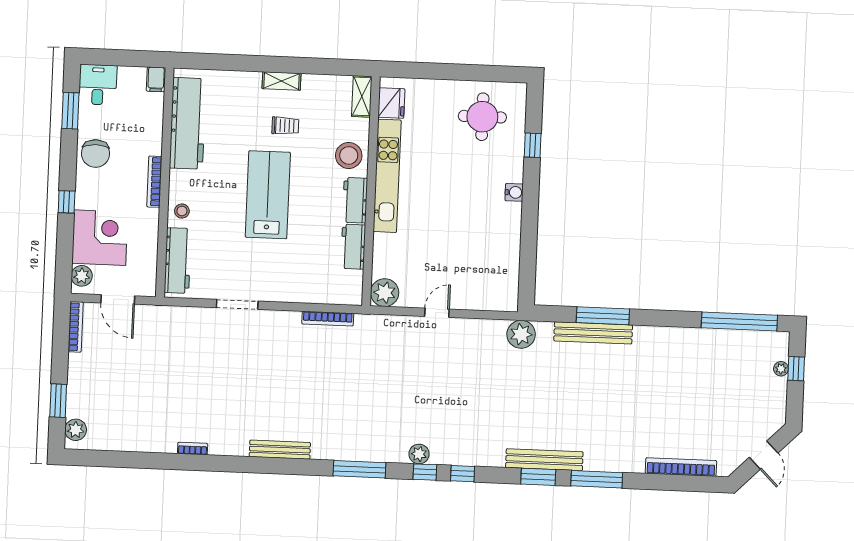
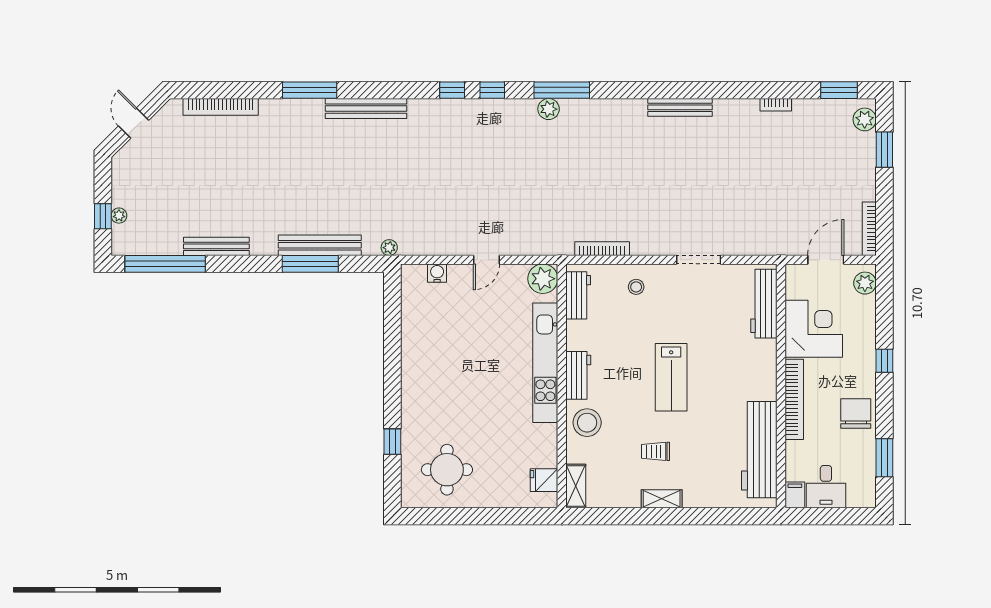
desk: (98, 85) -> (826, 487), moved
fridge: (391, 103) -> (544, 480), width x0.72
kitchen unit: (387, 176) -> (545, 363), moved
bookcase: (154, 182) -> (794, 399), width x1.48, depth x1.31
water cooler: (514, 192) -> (437, 273), moved, turned 90
lab bench: (268, 195) -> (671, 377), width x0.73, depth x0.72
stool: (182, 211) -> (636, 287), moved
corner desk: (100, 238) -> (814, 329), moved, turned 180
workbench: (353, 247) -> (578, 295), moved
door: (118, 299) -> (826, 260), hinge flipped
plant: (521, 334) -> (389, 248), width x0.53, depth x0.53
bench: (690, 336) -> (216, 246), added
bookcase: (193, 449) -> (776, 105), moved
bench: (280, 450) -> (680, 107), moved
plant: (419, 454) -> (549, 109), moved
window: (538, 477) -> (839, 90), moved

